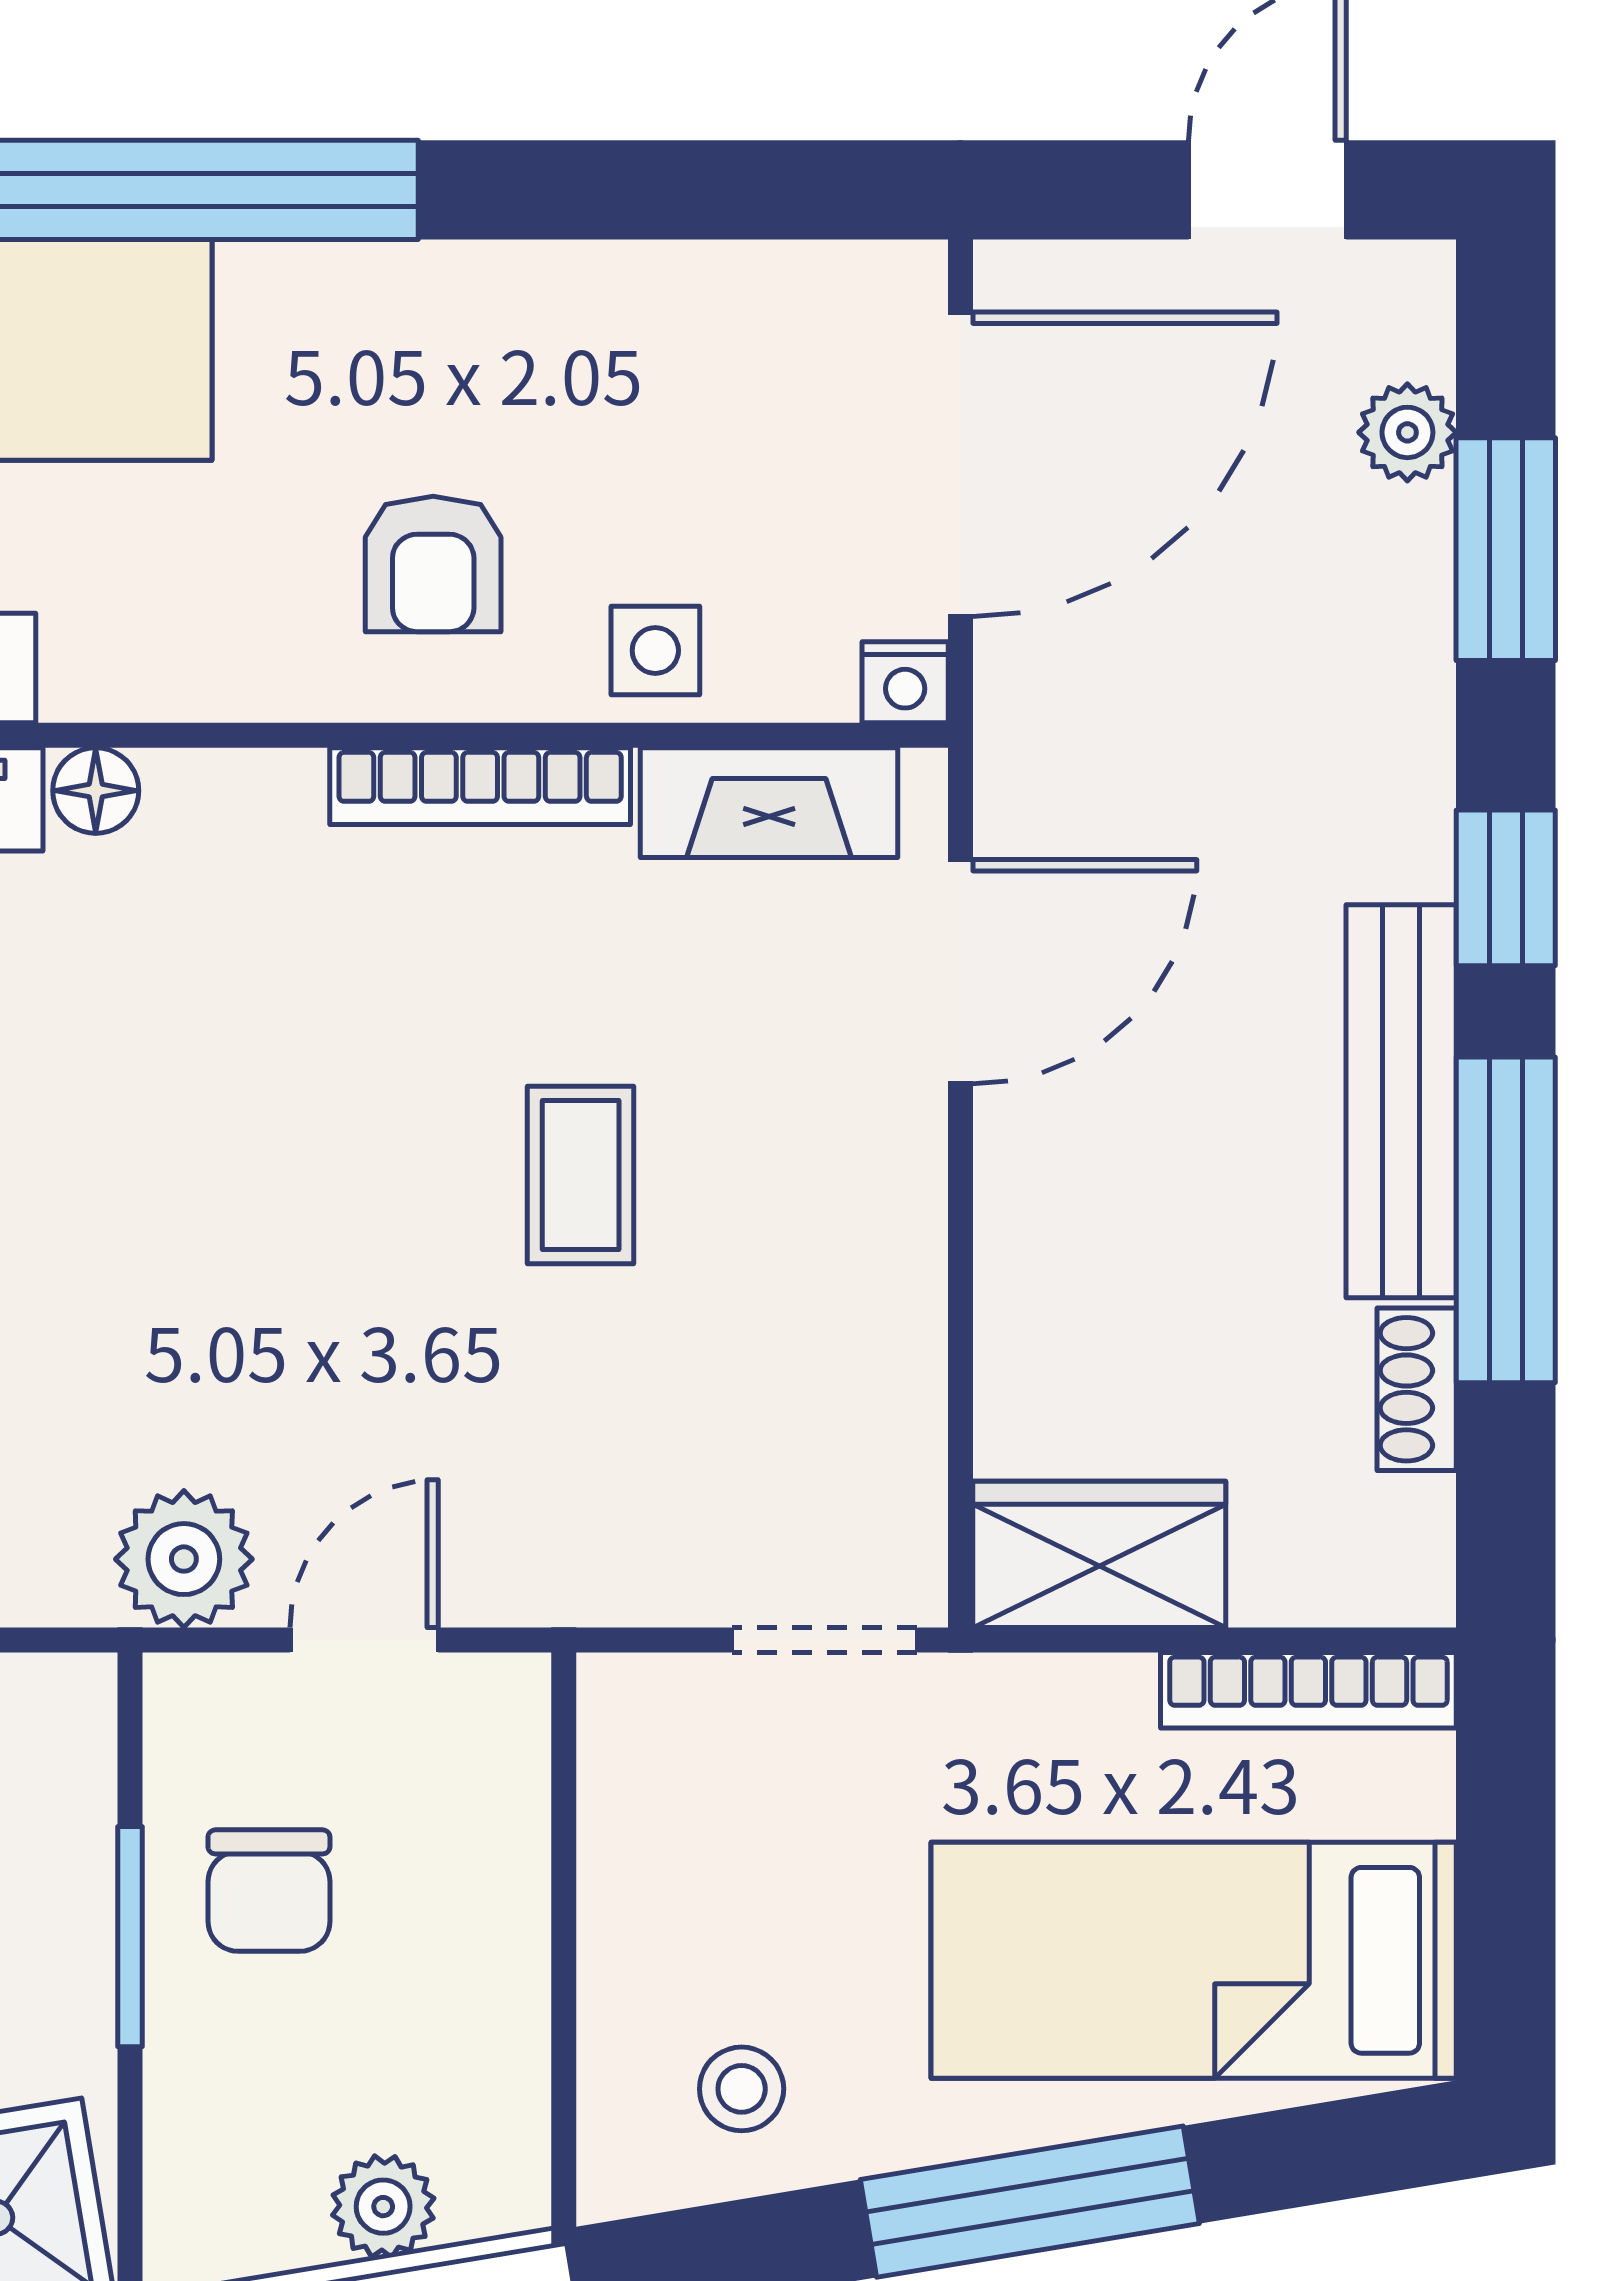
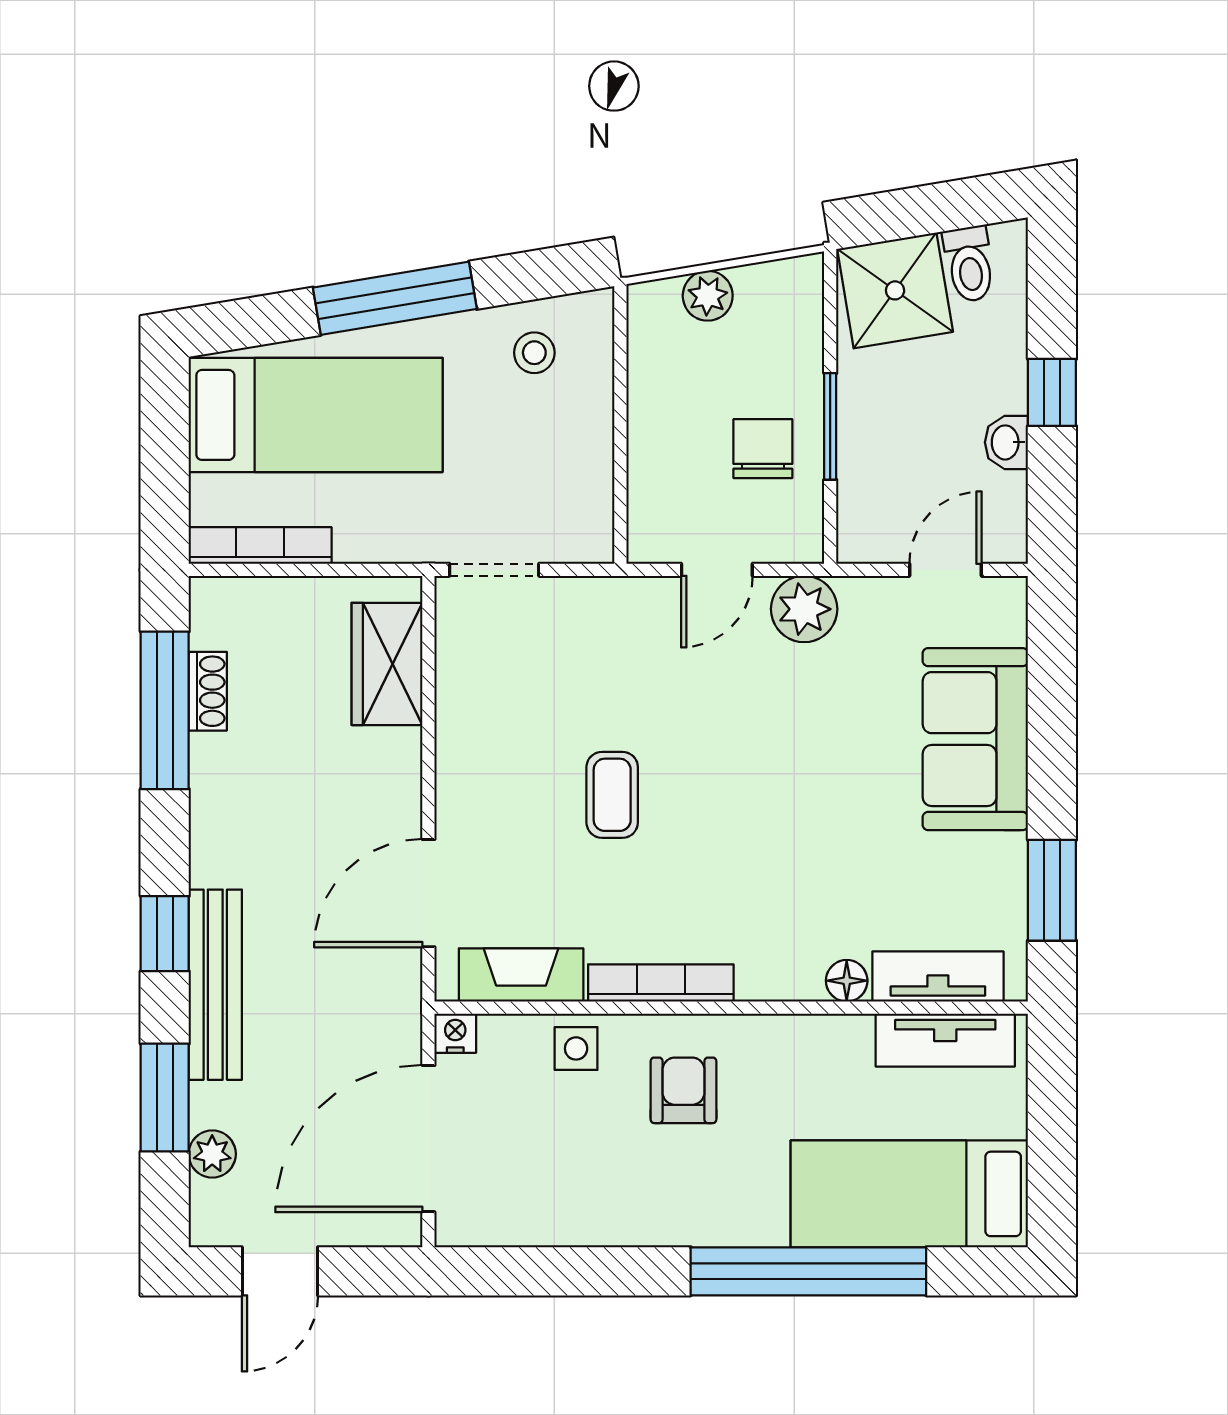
bench: (1401, 1101) -> (215, 985), moved
window: (1506, 1220) -> (165, 710), moved
wardrobe: (1099, 1554) -> (387, 664), moved, turned 90

